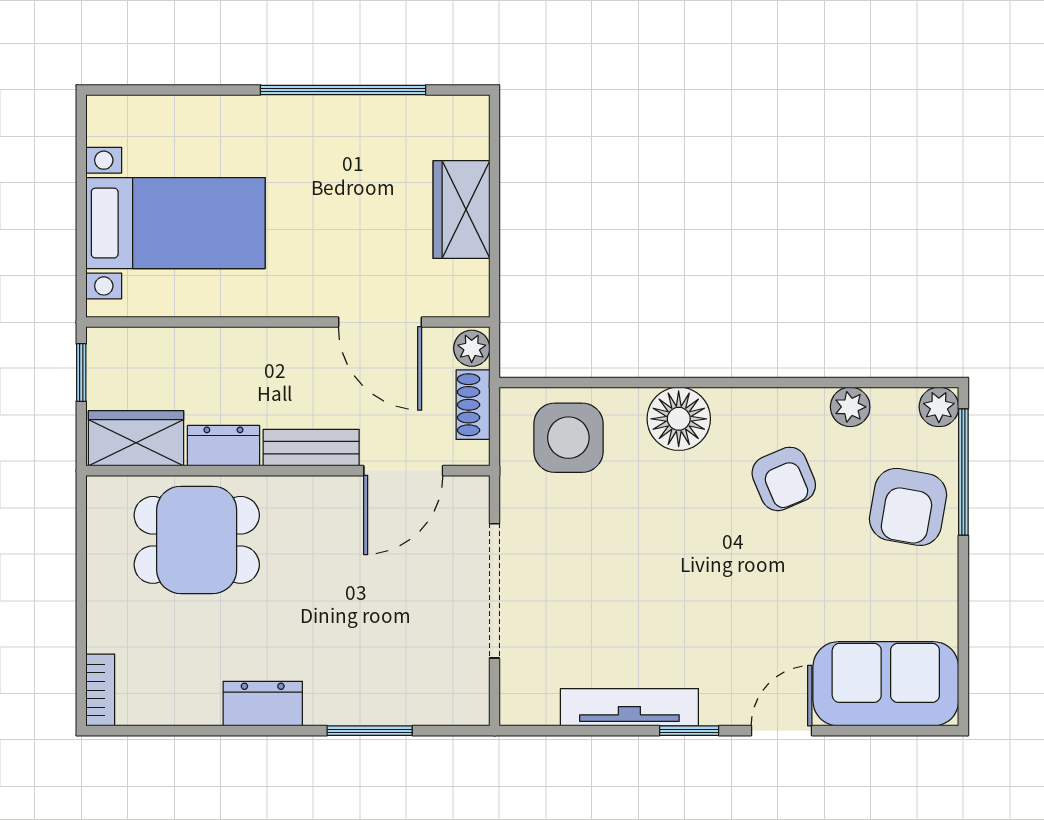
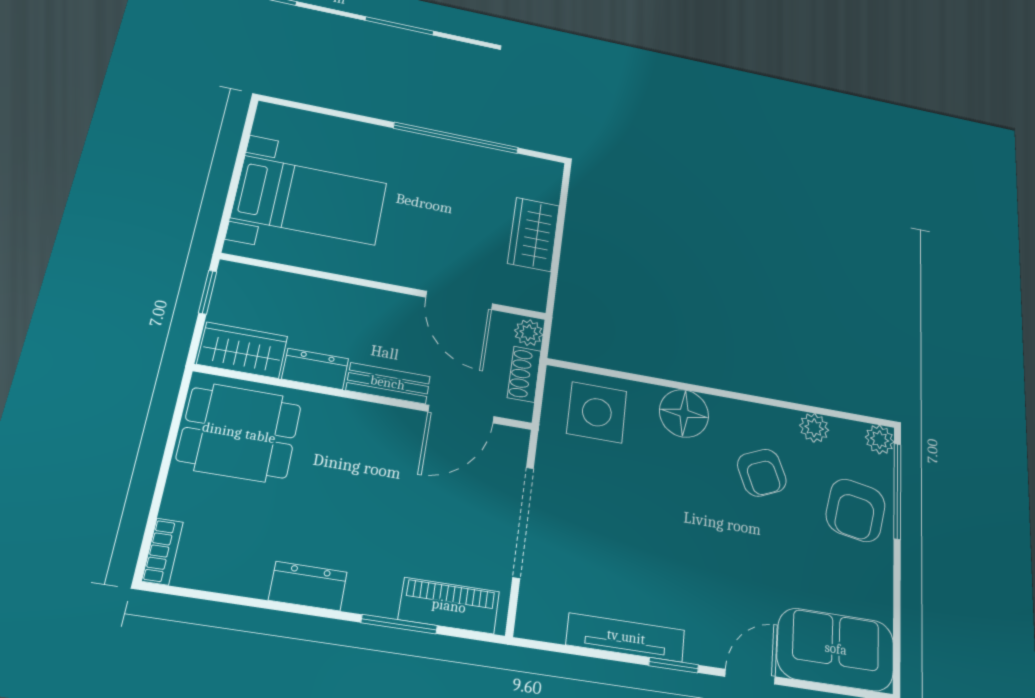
dining table: (197, 540) -> (239, 433), moved
piano: (422, 702) -> (449, 606), added

